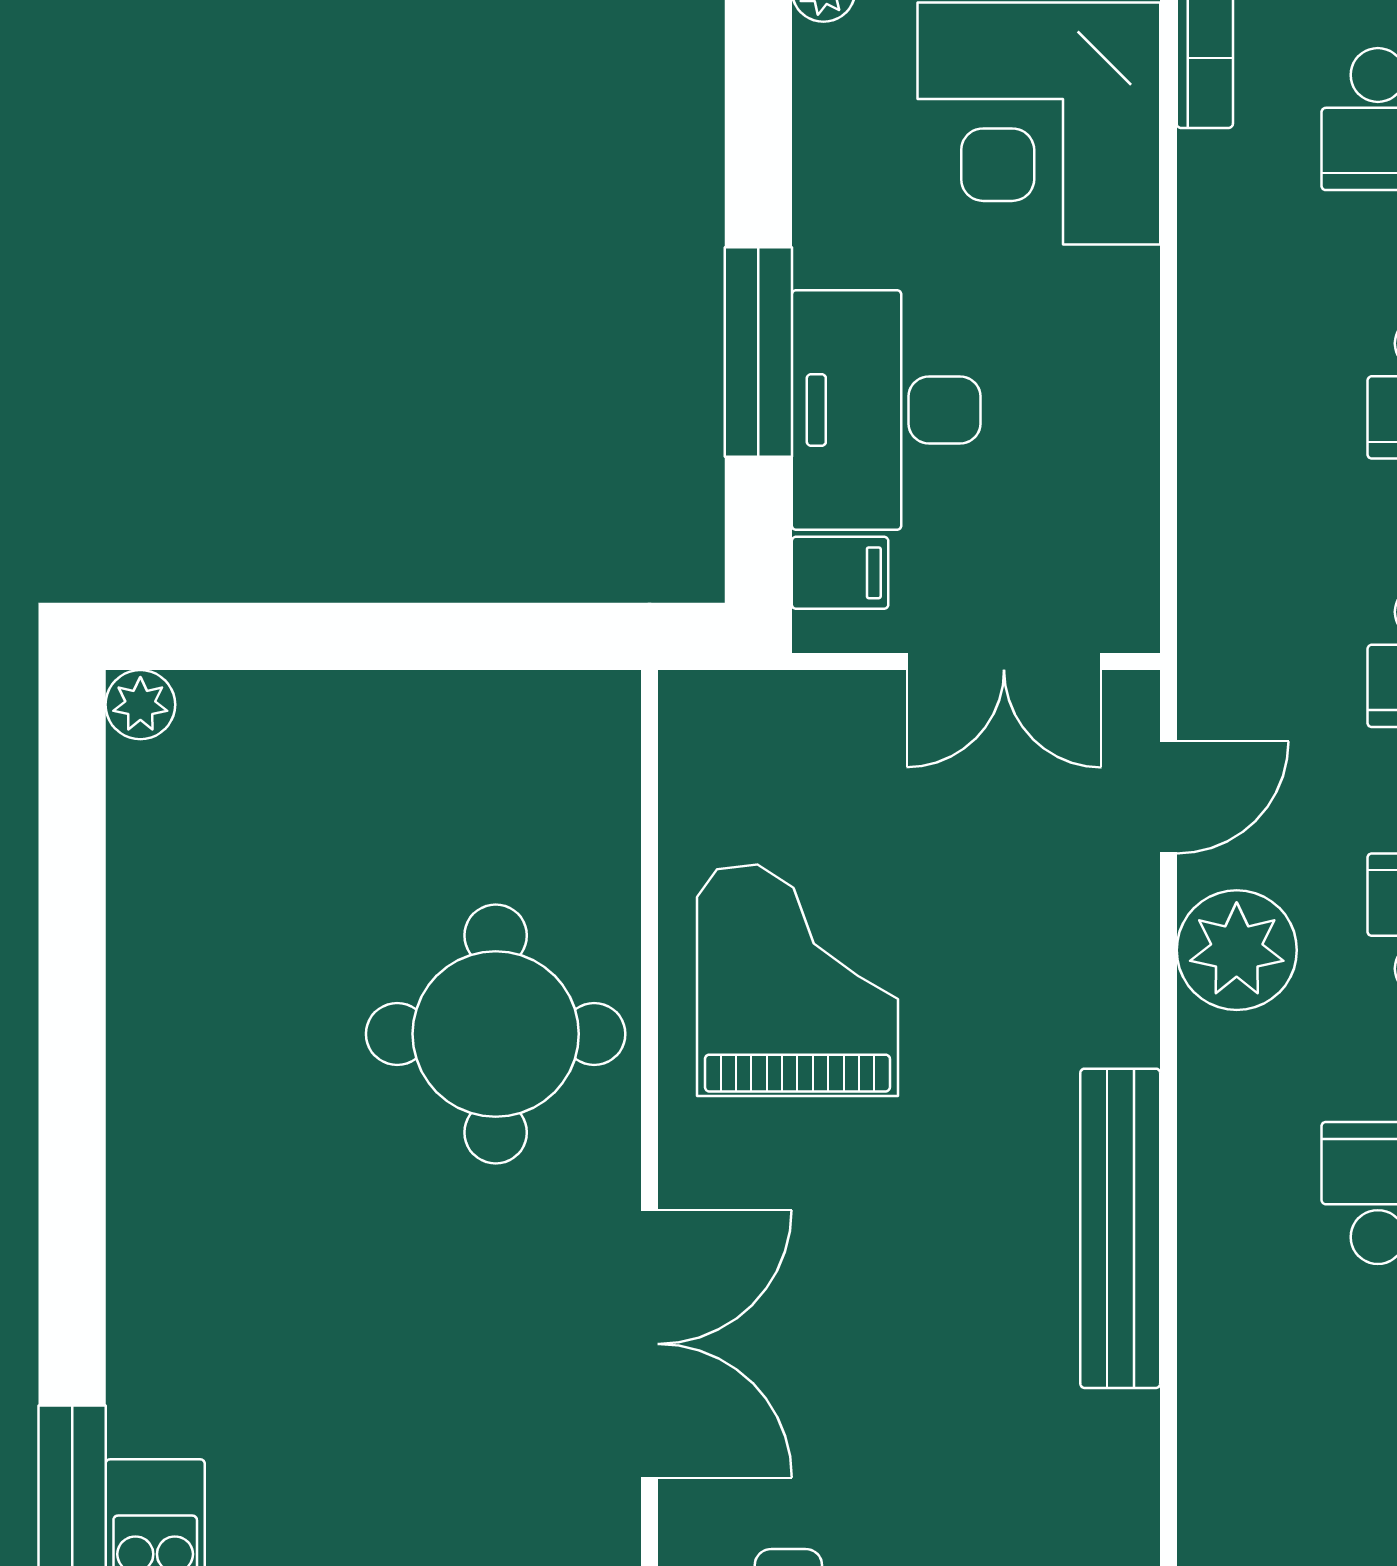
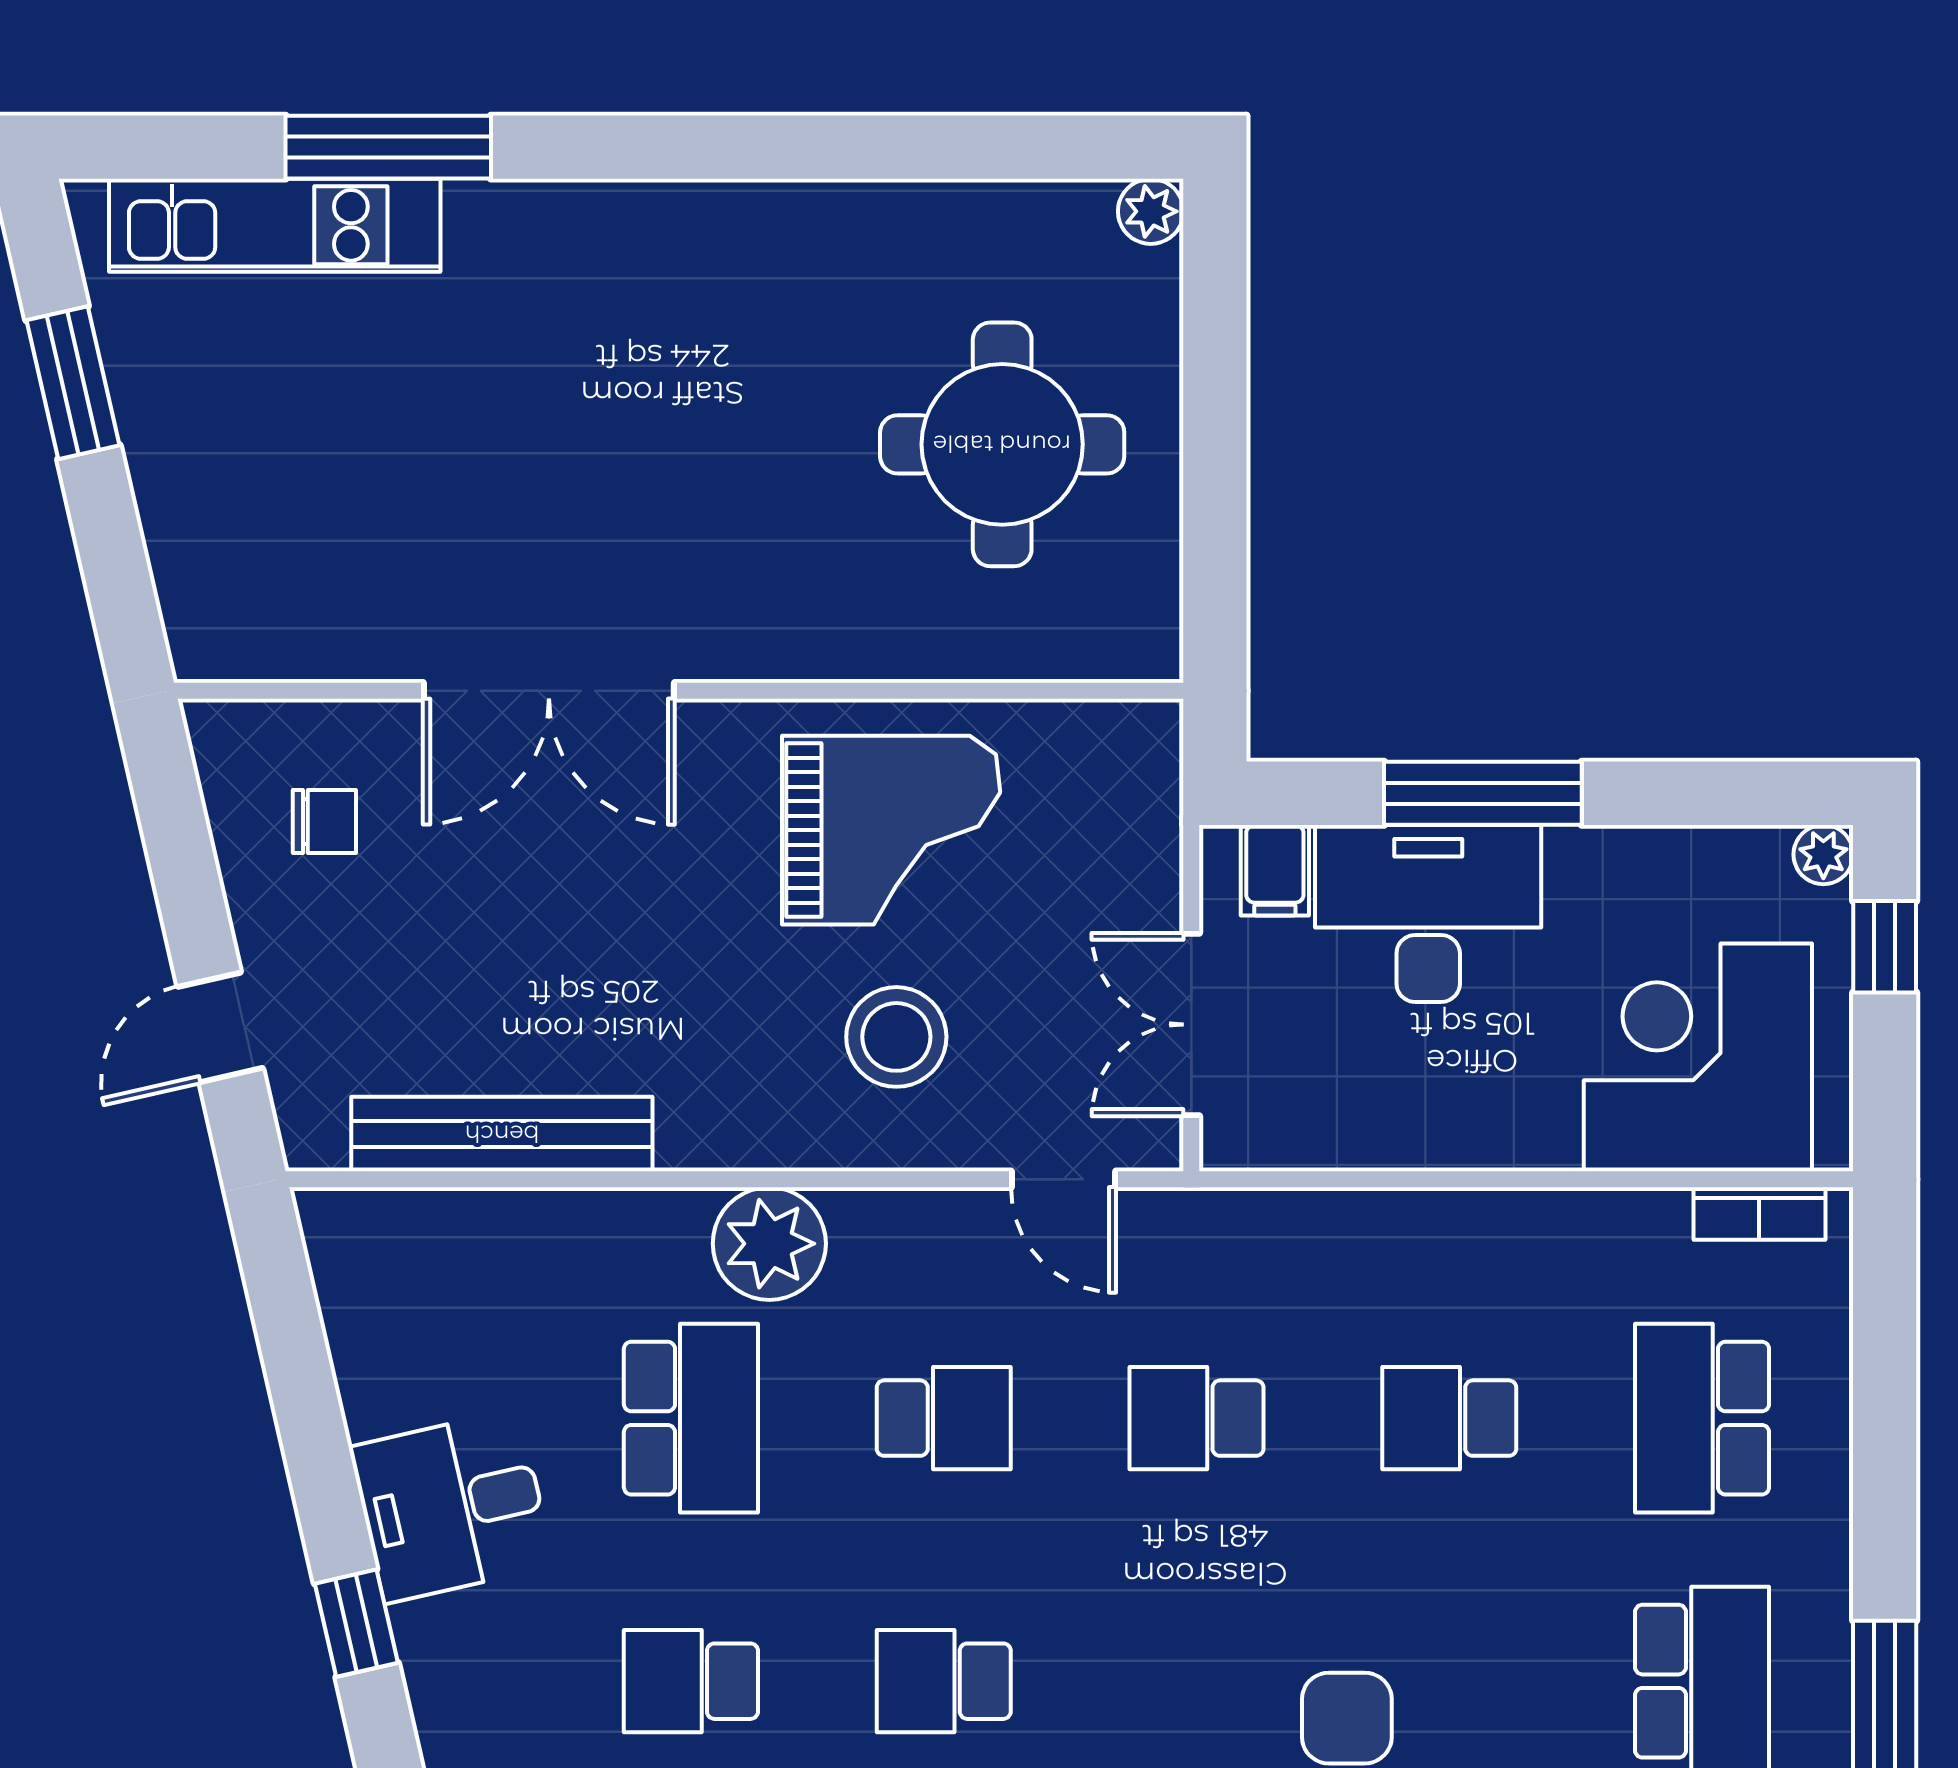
plant: (1237, 950) -> (769, 1244), moved
stool: (1017, 975) -> (896, 1037), added
round table: (496, 1034) -> (1002, 444), moved
bench: (1120, 1228) -> (502, 1134), moved

